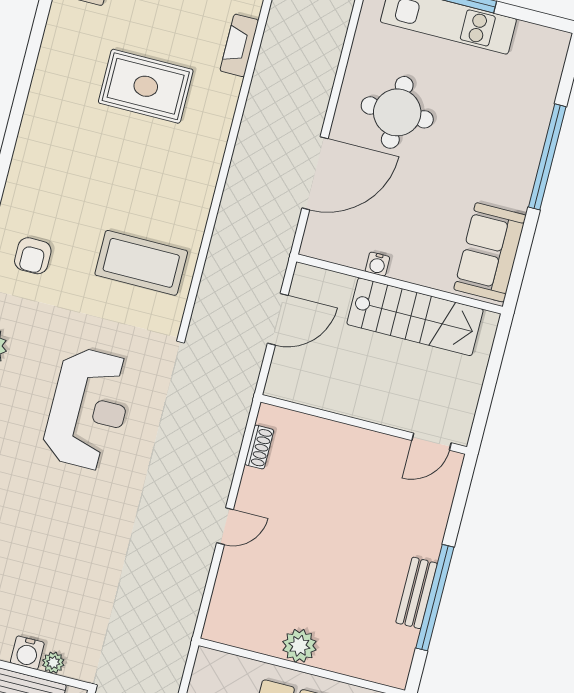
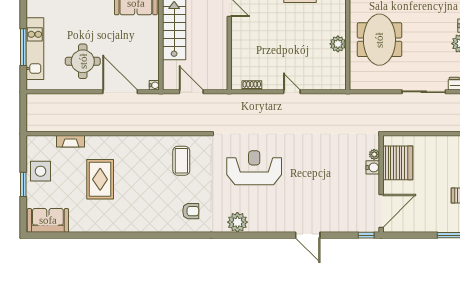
coffee table: (141, 263) -> (181, 161), width x0.73, depth x0.76
water cooler: (377, 264) -> (154, 85), moved

